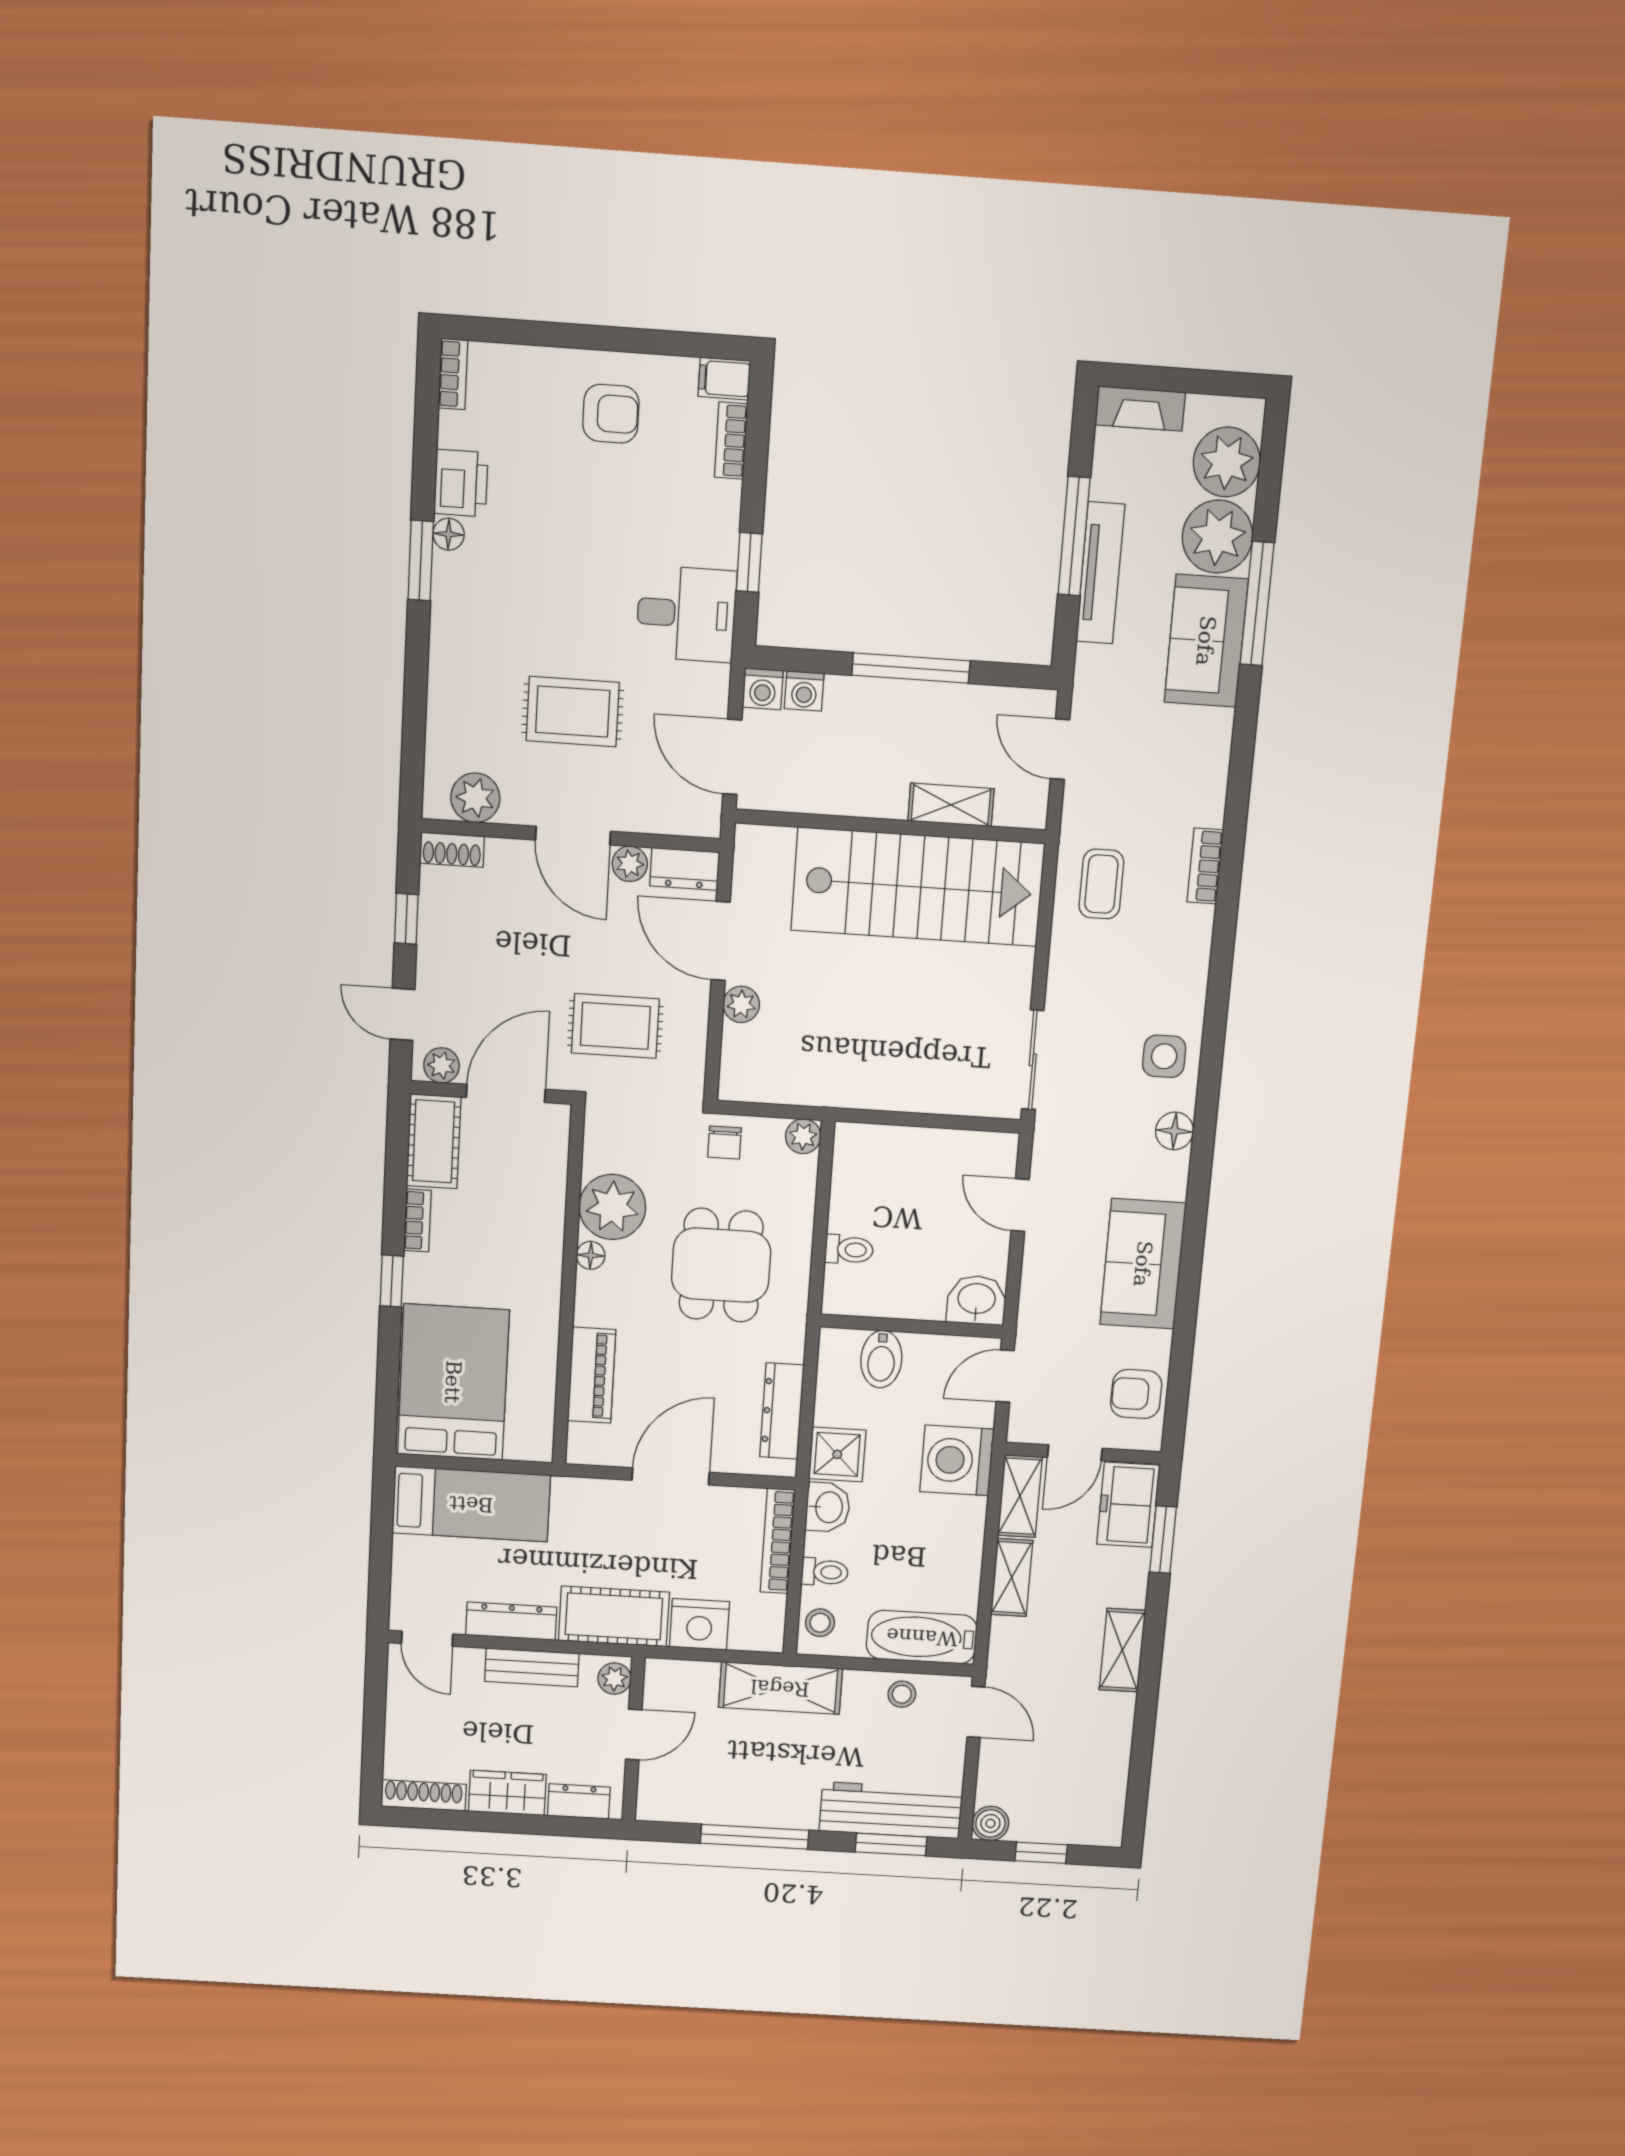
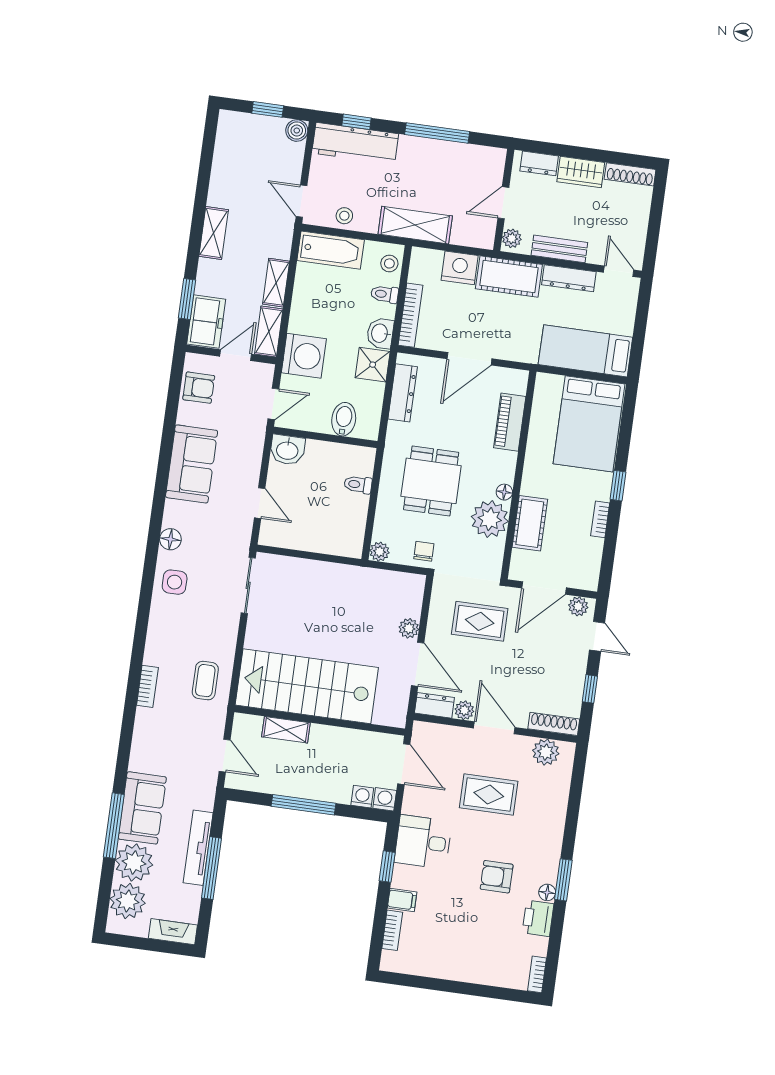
filing cabinet: (724, 379) -> (402, 900), moved
armchair: (611, 414) -> (497, 877), moved
shoe rack: (452, 850) -> (554, 724), width x1.43
cot: (434, 1141) -> (530, 523), moved
window: (891, 1844) -> (357, 122), width x0.67

